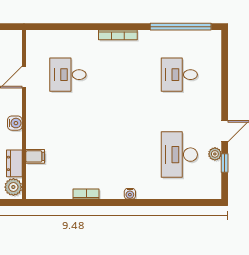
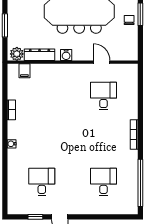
plant: (215, 154) -> (42, 209), removed
desk: (179, 155) -> (42, 182), width x0.73
filing cabinet: (35, 156) -> (24, 71), moved
dresser: (14, 163) -> (40, 55), width x1.44

